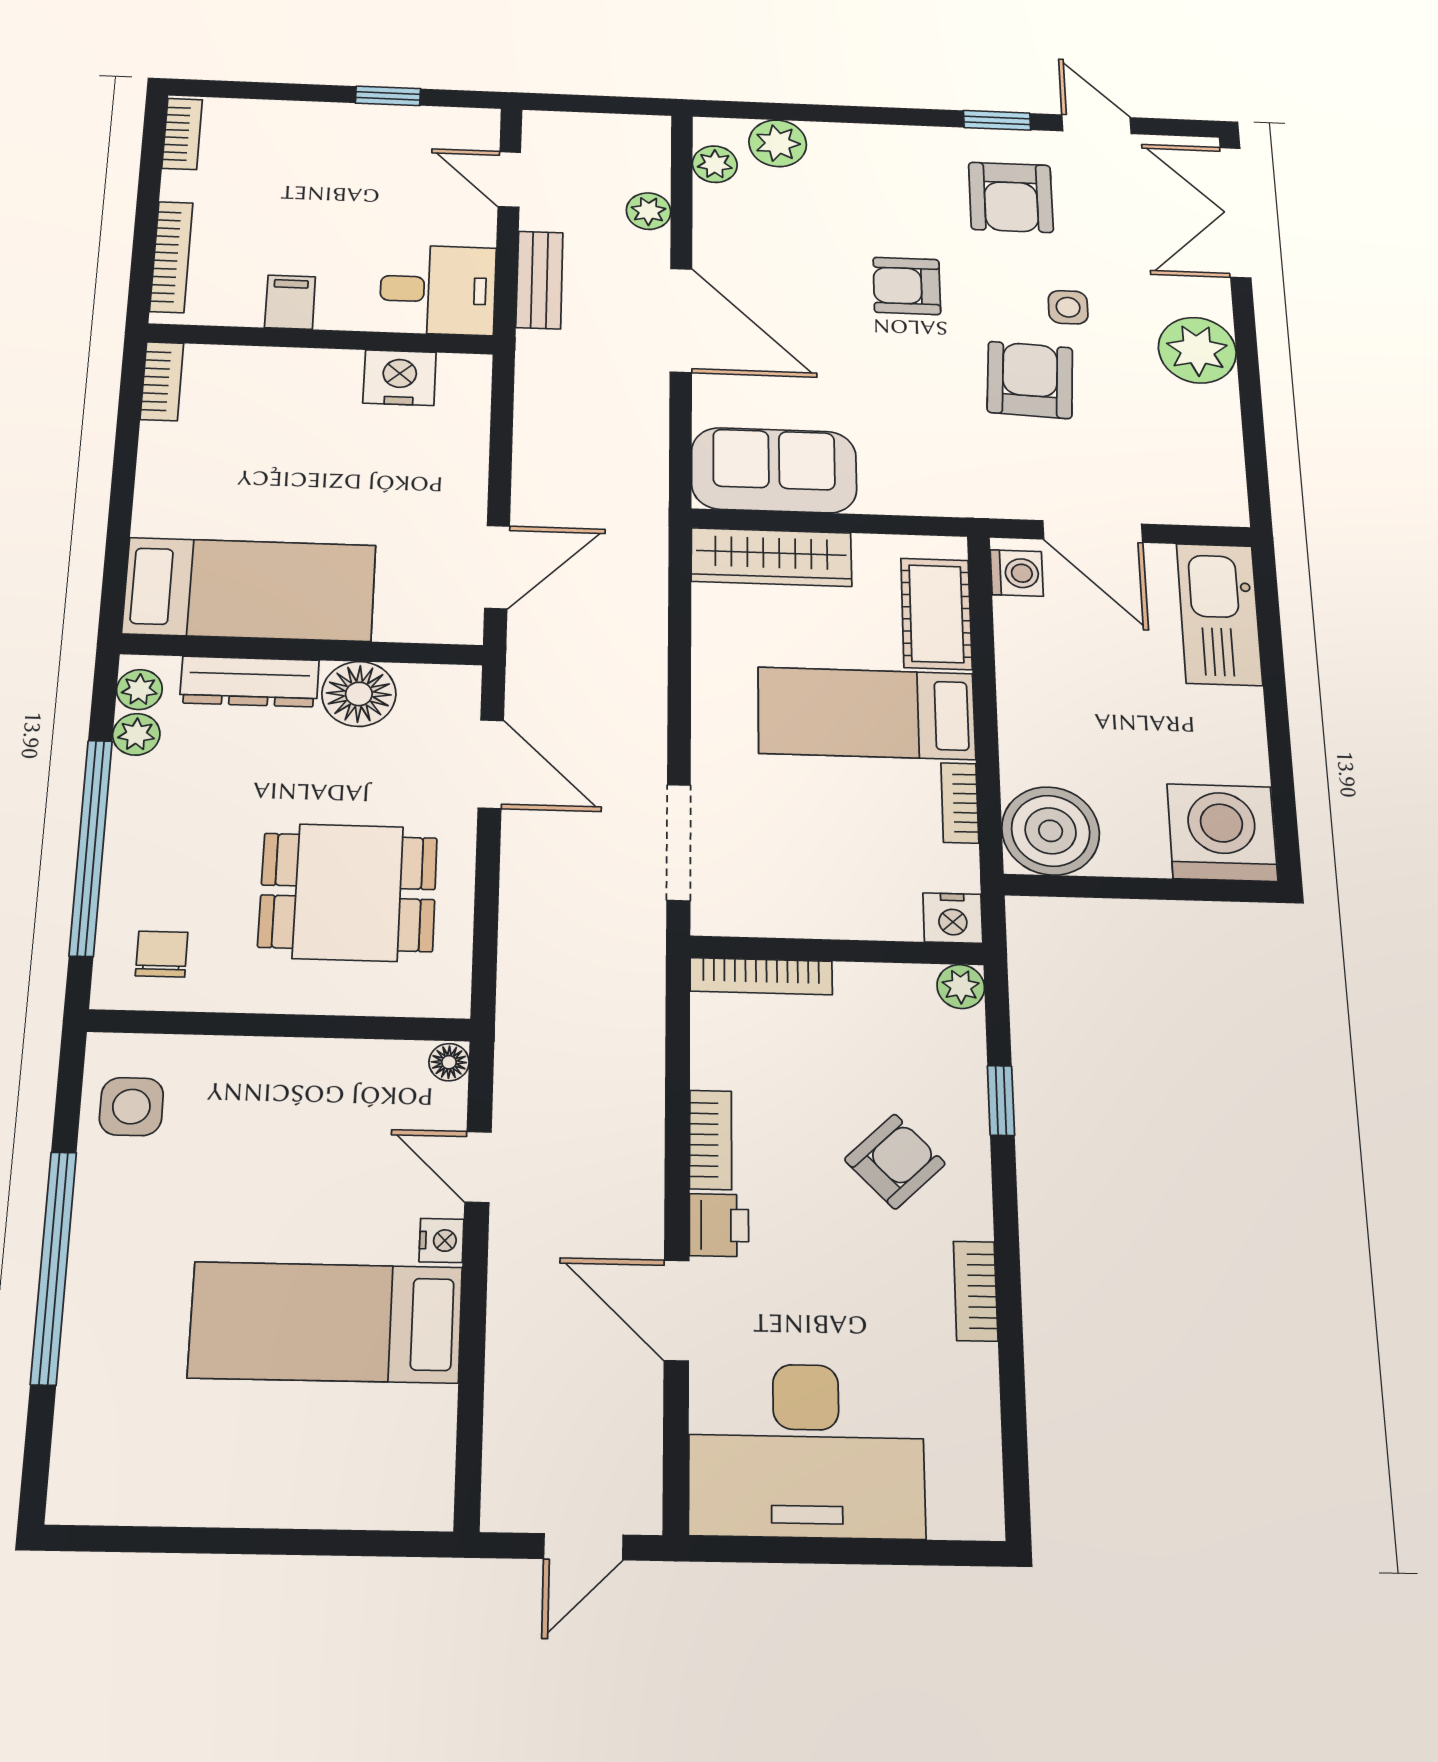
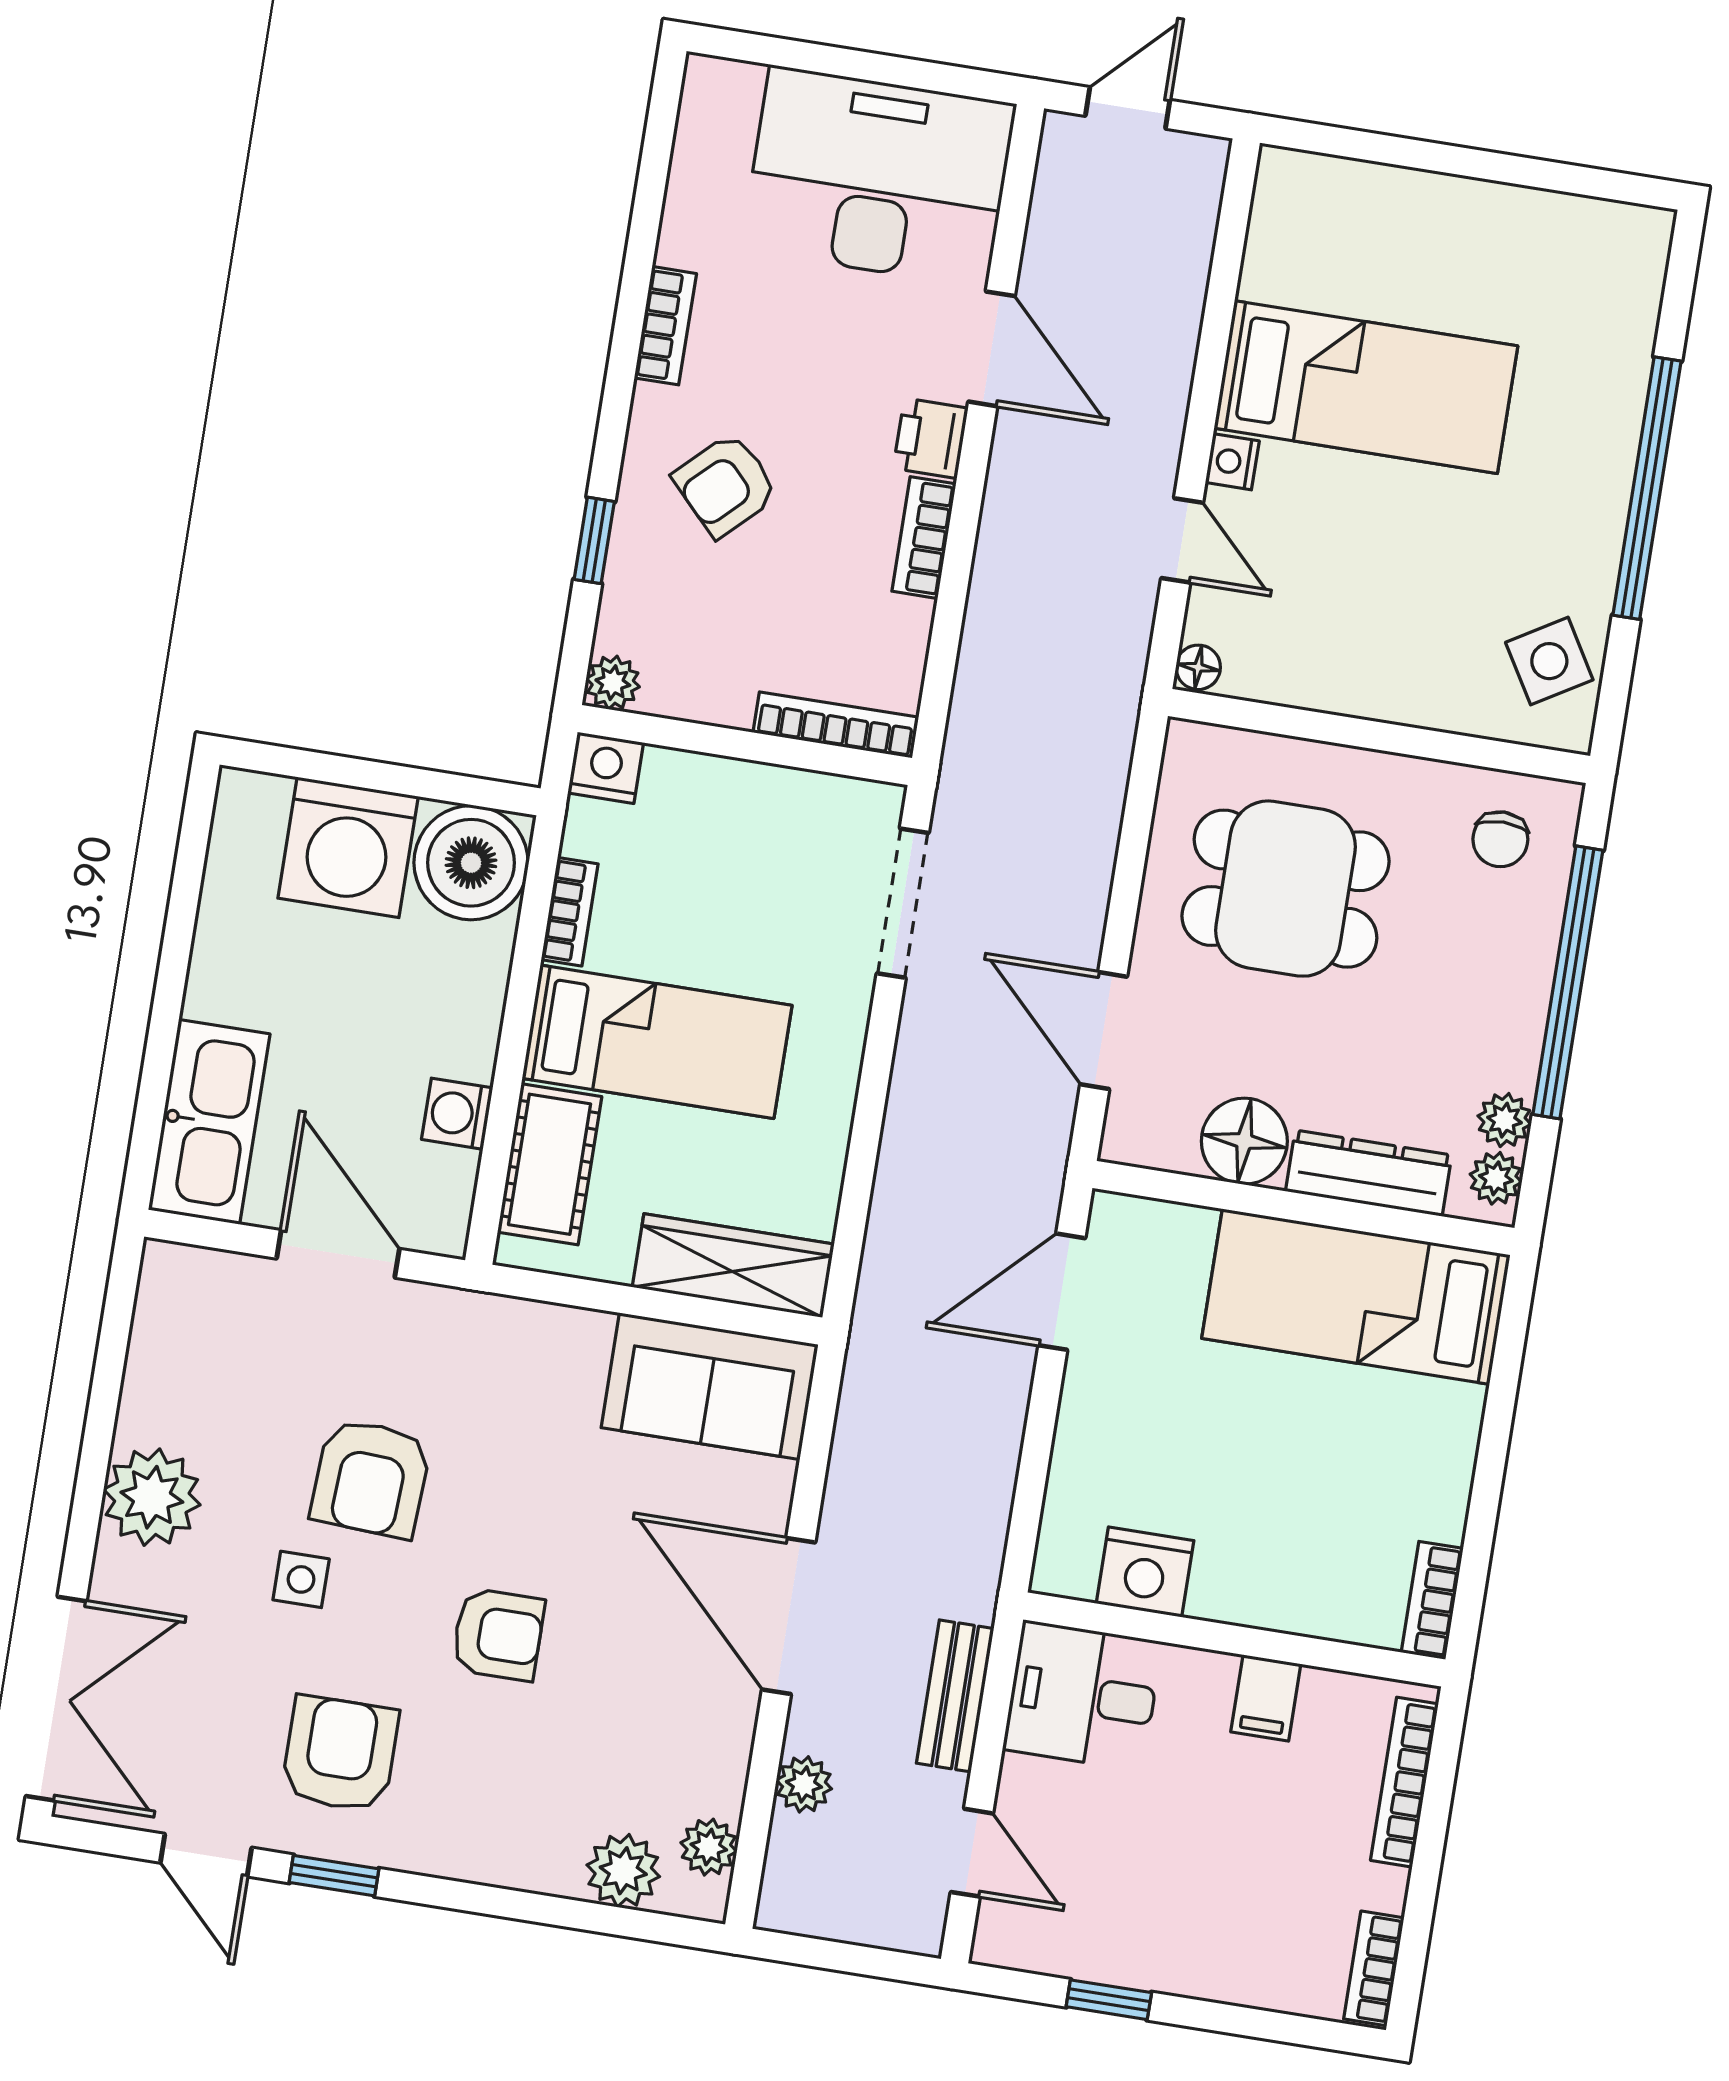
washing machine: (1017, 573) -> (457, 1114), moved
washing machine: (1222, 832) -> (348, 847), moved
side table: (131, 1107) -> (1549, 661), turned -31

